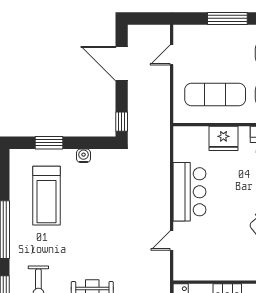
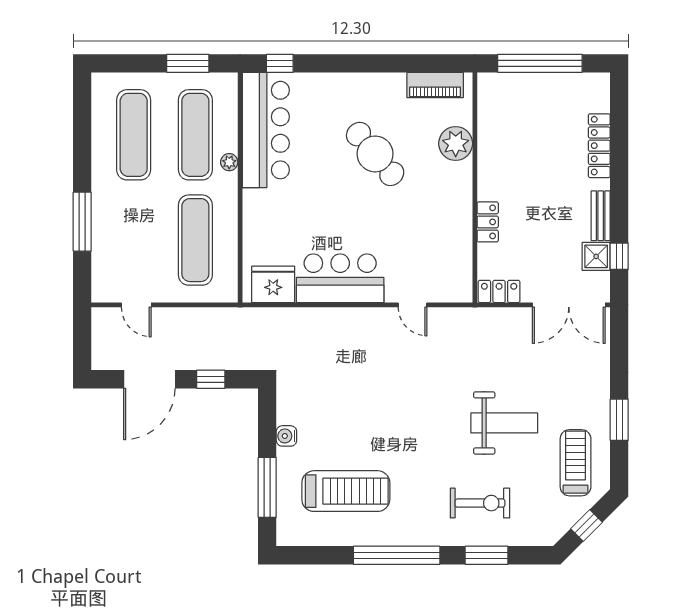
window: (122, 122) -> (211, 379), moved
fridge: (223, 138) -> (273, 284), moved, turned -90
window: (49, 143) -> (267, 487), width x1.44

